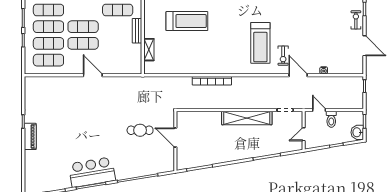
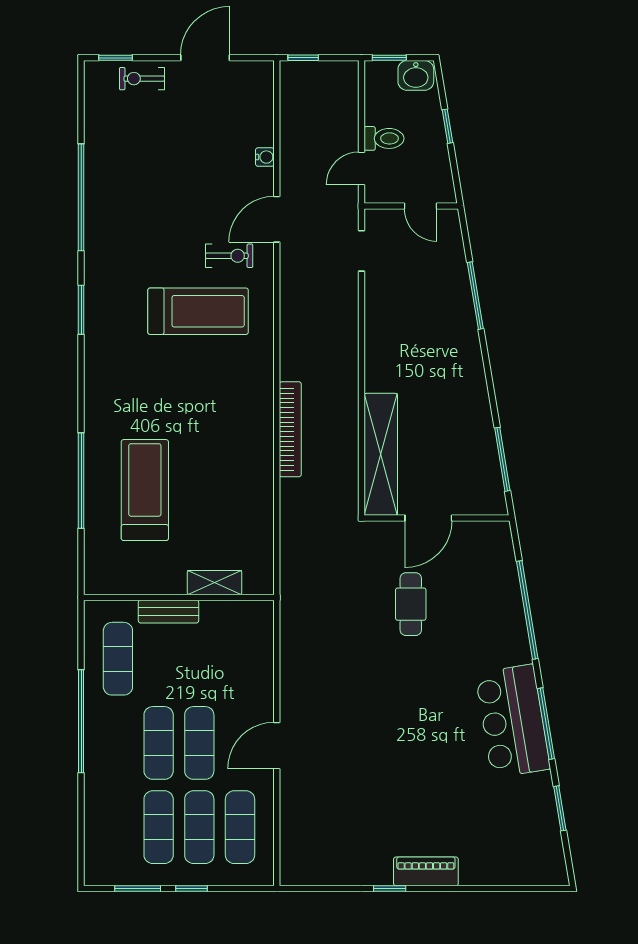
exercise mat: (48, 10) -> (118, 827), removed
door: (93, 75) -> (277, 746), moved
shelving: (247, 118) -> (381, 454), moved

